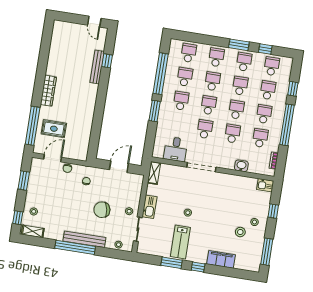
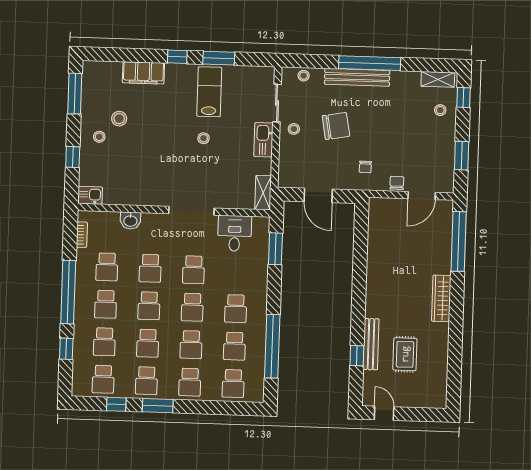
window: (155, 111) -> (275, 249), moved
rug: (54, 129) -> (405, 354), moved, turned 90
door: (119, 167) -> (318, 195), hinge flipped

